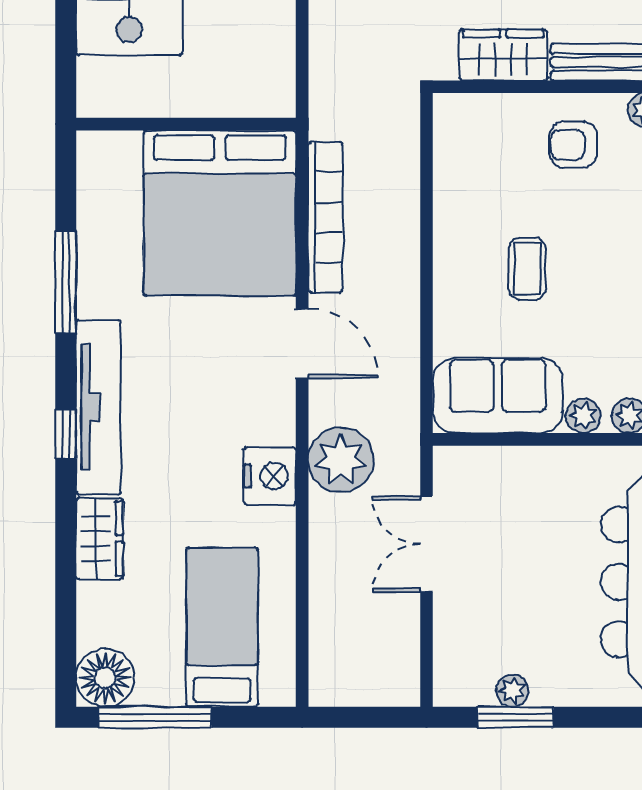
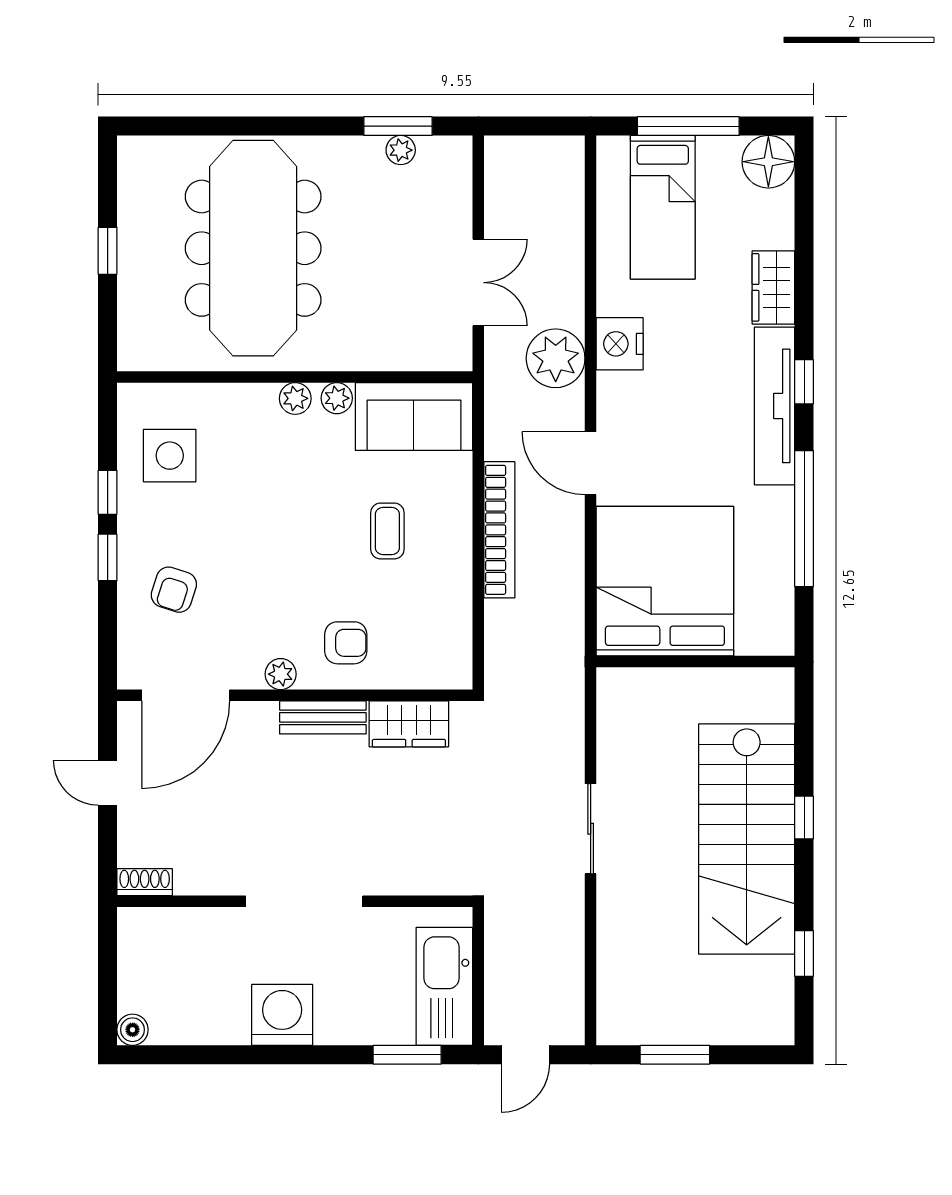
bookcase: (325, 217) -> (499, 530), moved, turned 180
window: (66, 282) -> (804, 519), width x1.46
window: (155, 717) -> (688, 126), moved

